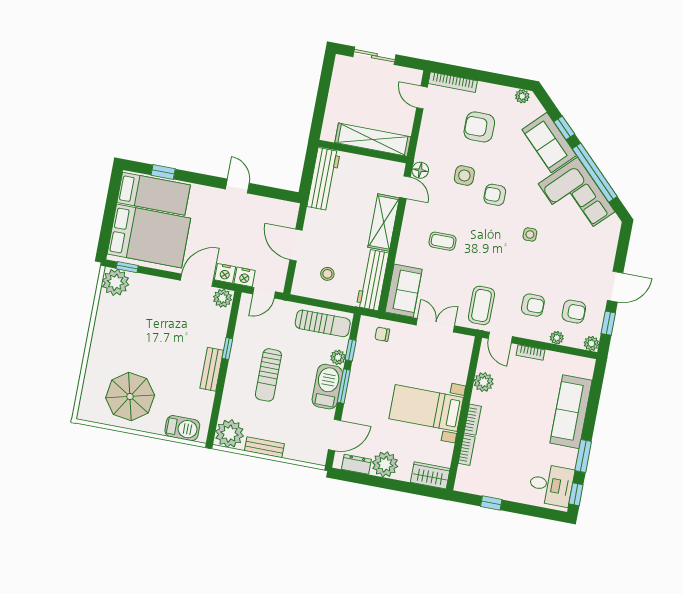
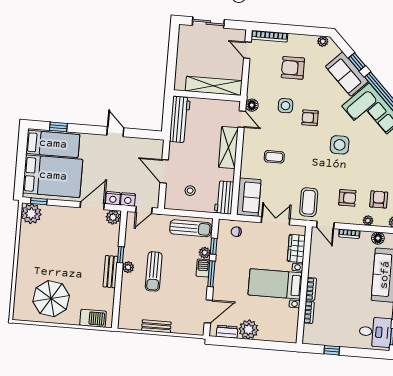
side table: (530, 234) -> (340, 145), width x1.87, depth x1.87
workbench: (373, 280) -> (224, 197), width x0.73
armchair: (574, 312) -> (379, 199), turned -90
floor lamp: (567, 362) -> (378, 238), added
plant: (484, 382) -> (316, 260), removed
barbecue: (327, 387) -> (203, 268), width x0.53, depth x0.65
plant: (229, 434) -> (128, 267), moved, width x0.53, depth x0.53
wardrobe: (430, 475) -> (296, 248), moved, turned -90

